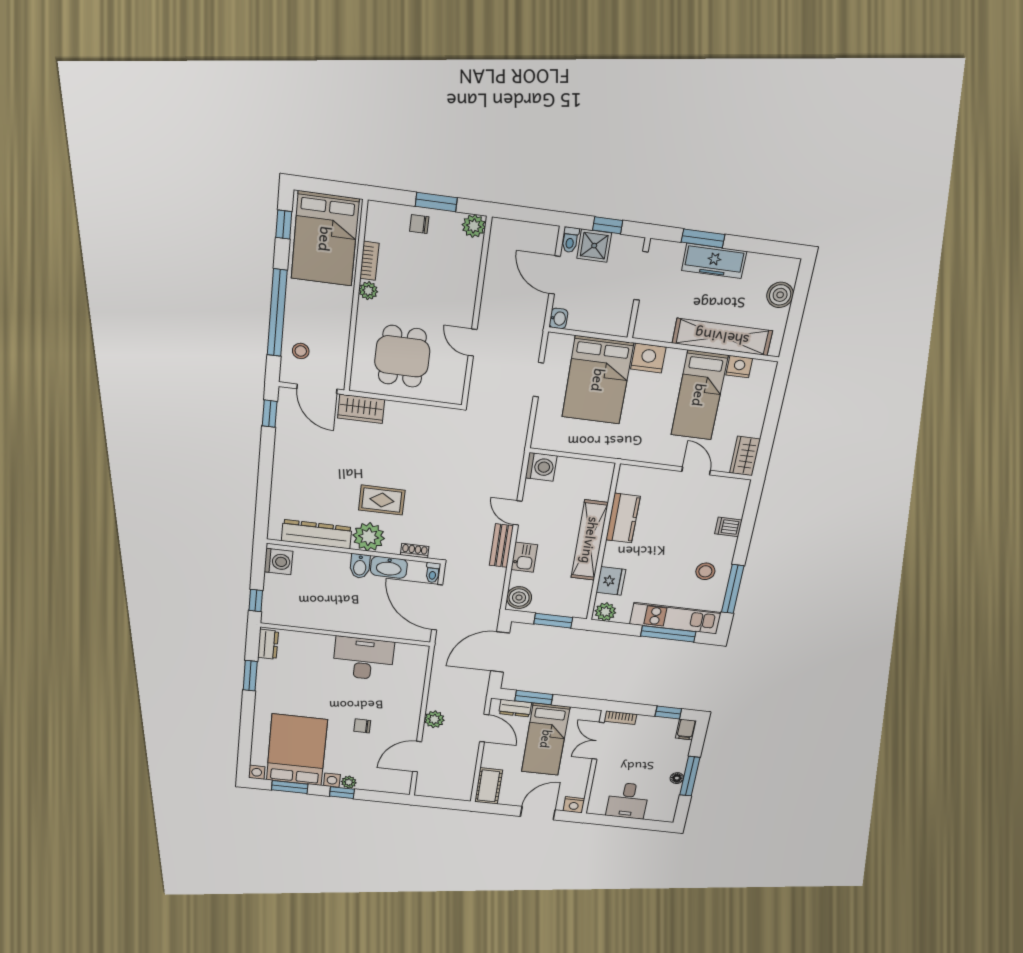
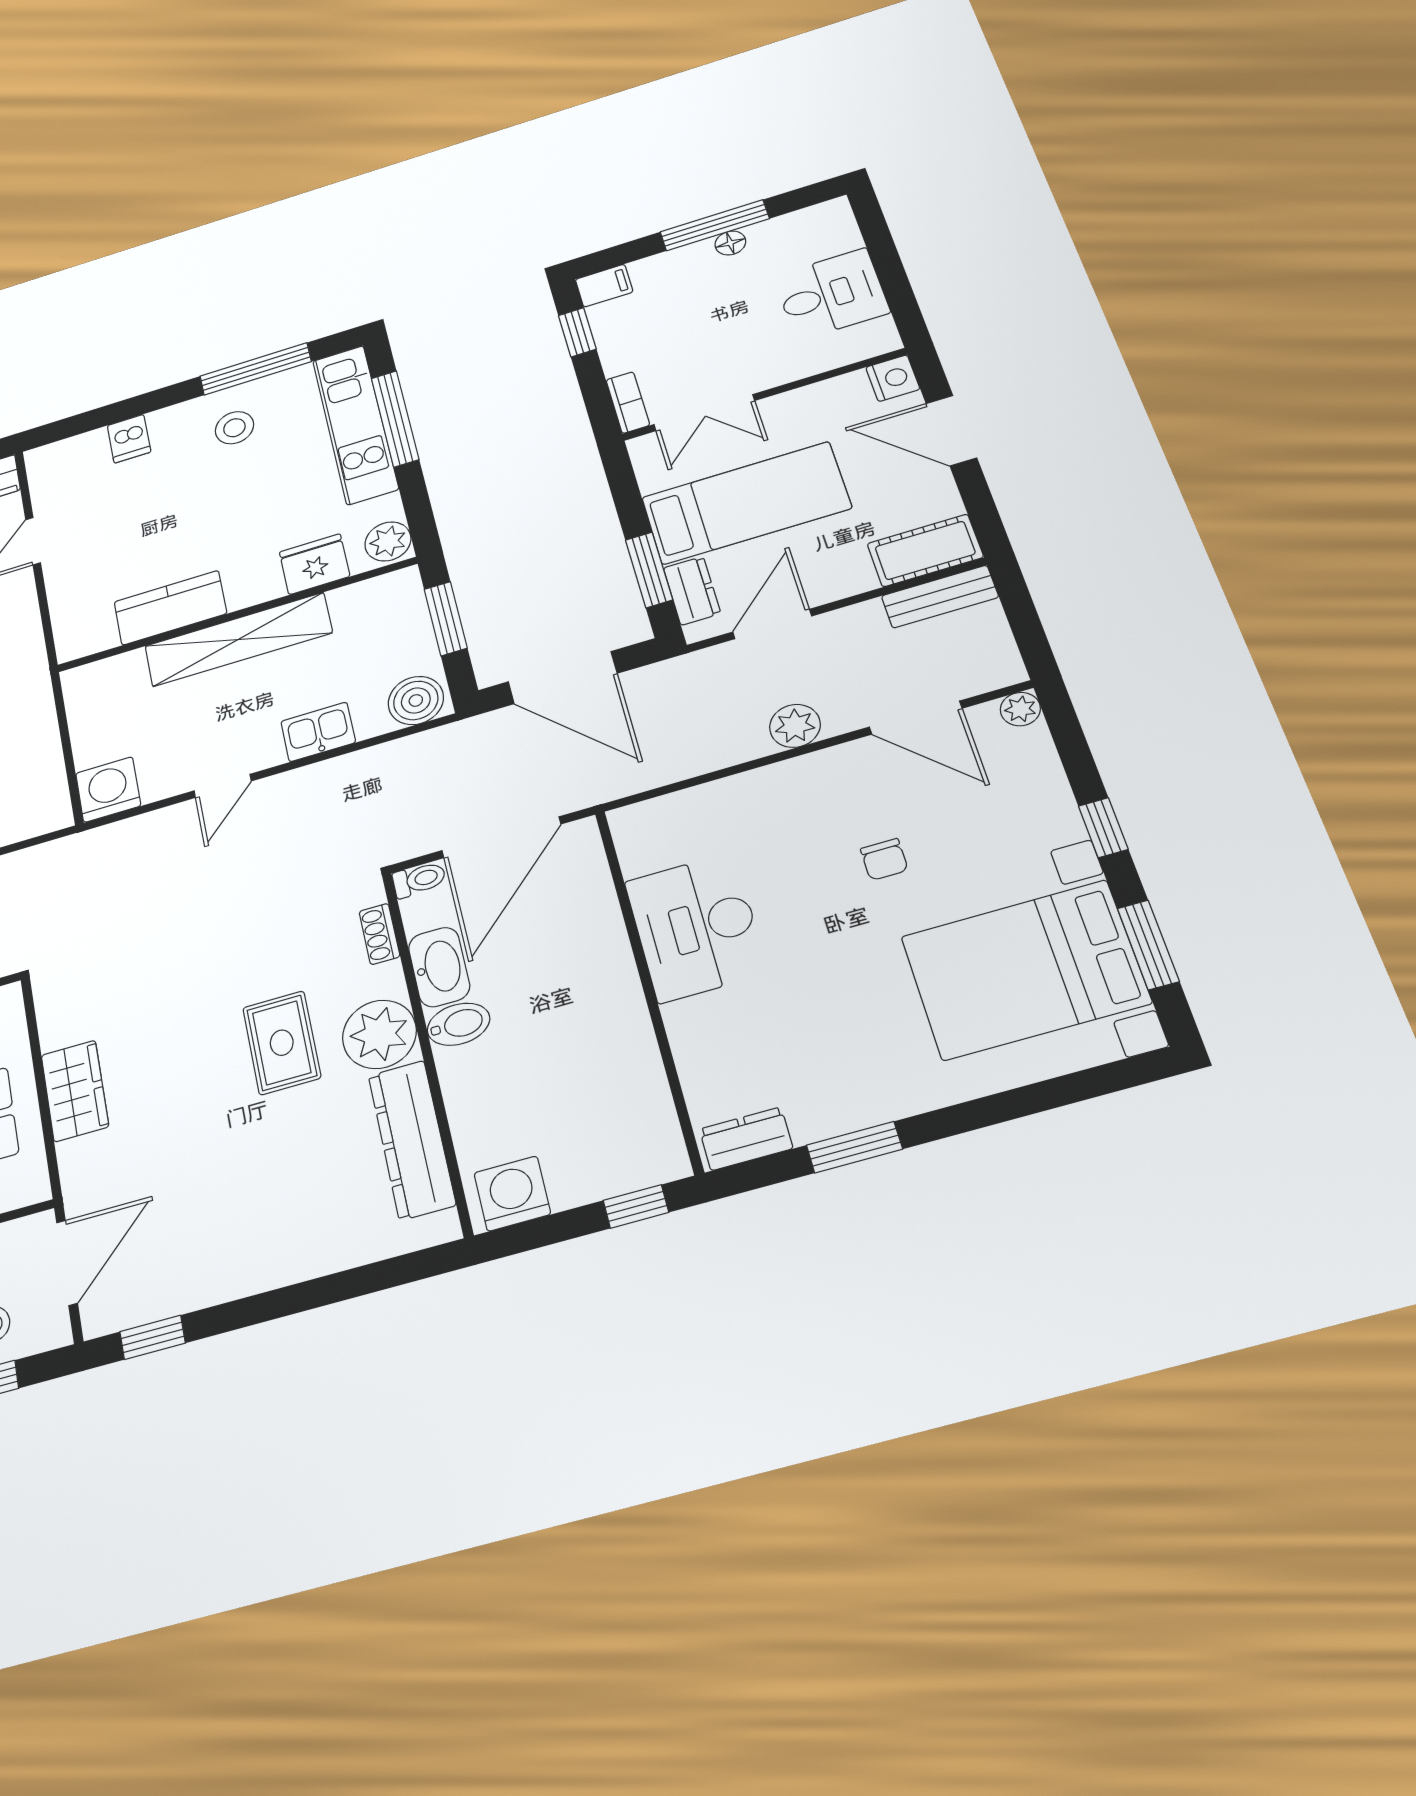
wardrobe: (361, 409) -> (75, 1091), moved
bench: (501, 546) -> (940, 597), moved
plant: (349, 782) -> (1020, 709), moved

